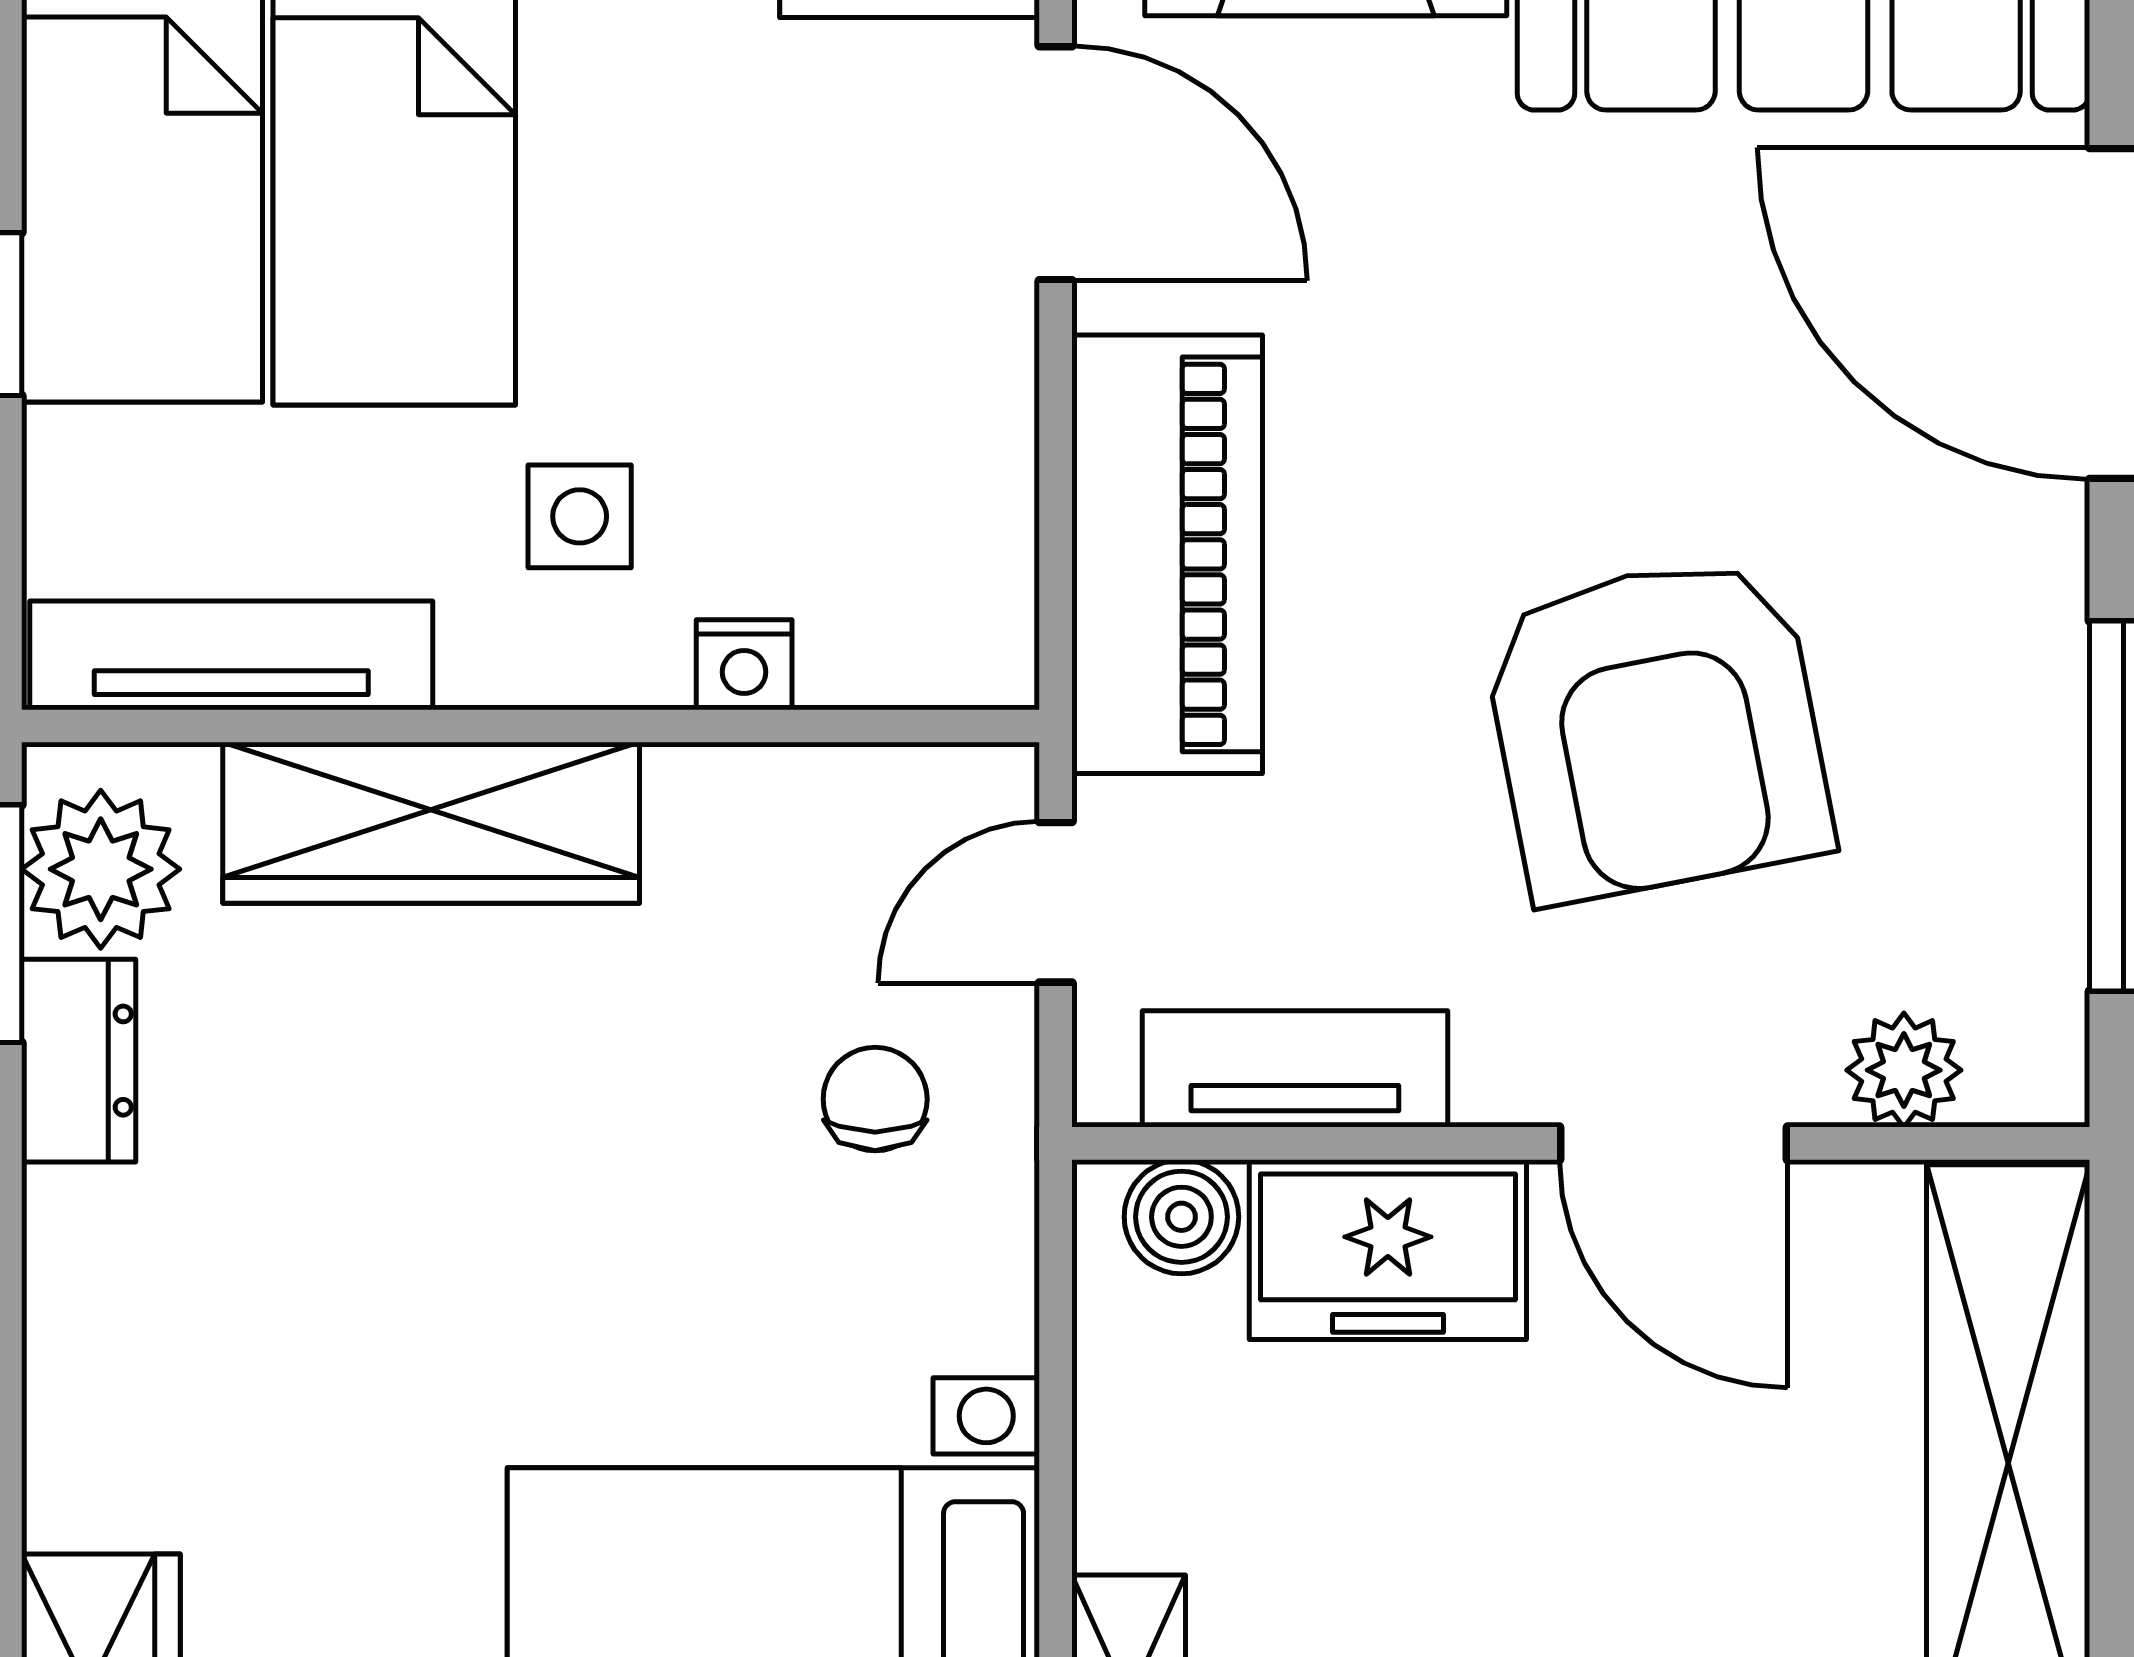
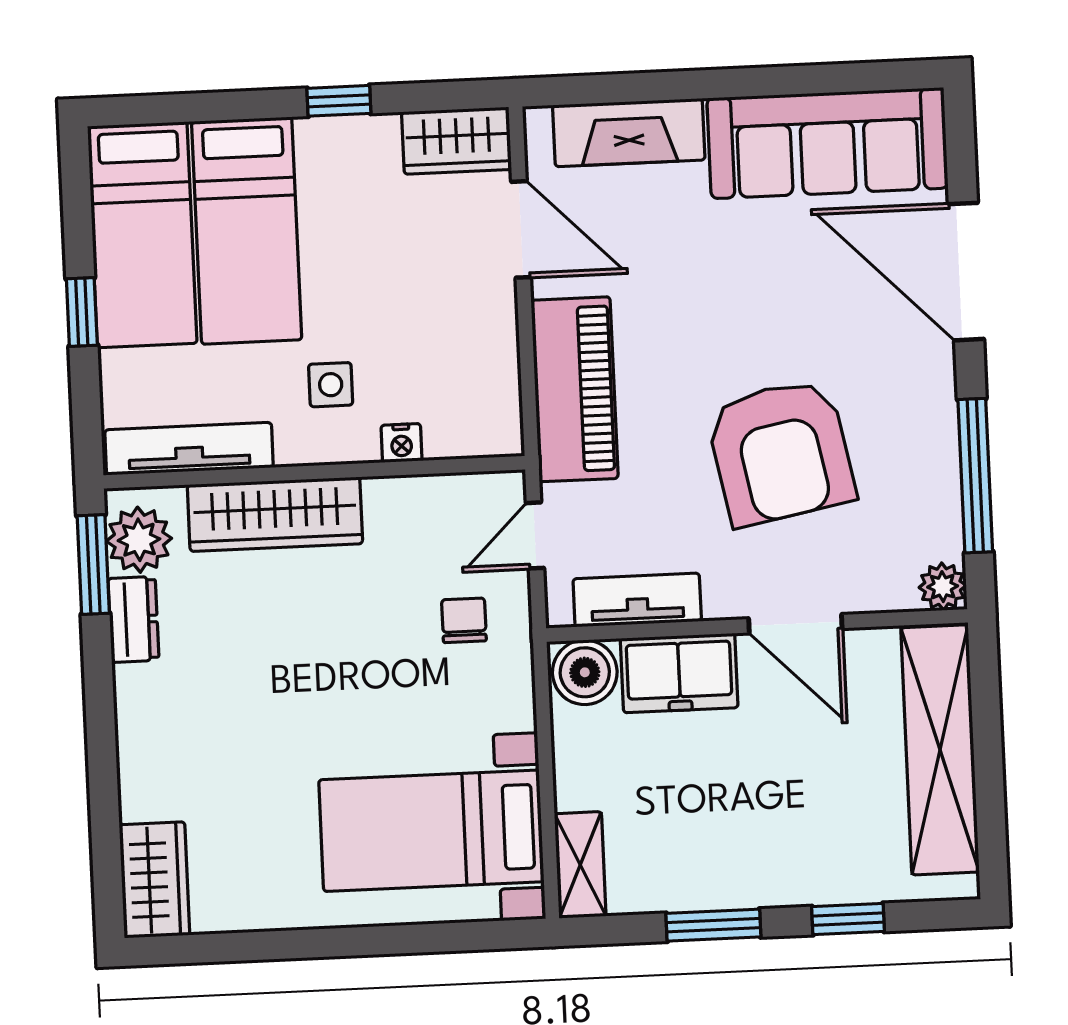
plant: (1904, 1070) -> (943, 587), moved
boiler: (1181, 1217) -> (585, 672), width x1.36, depth x1.36

